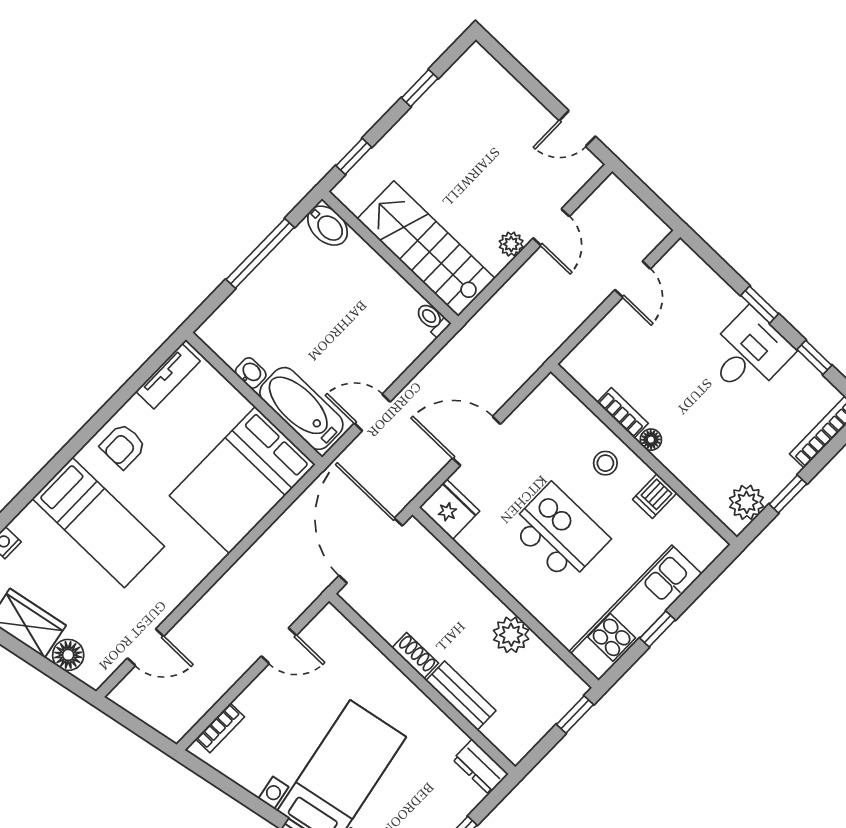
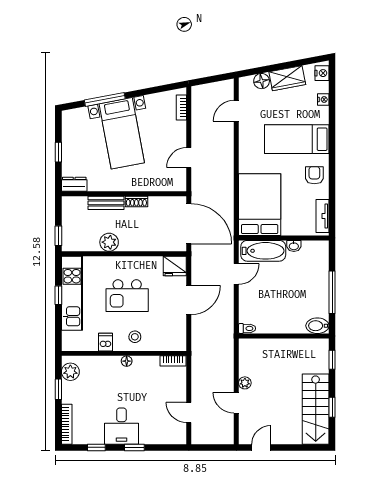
stairs: (426, 249) -> (316, 409), moved, turned 90
bookcase: (623, 413) -> (173, 361), moved

